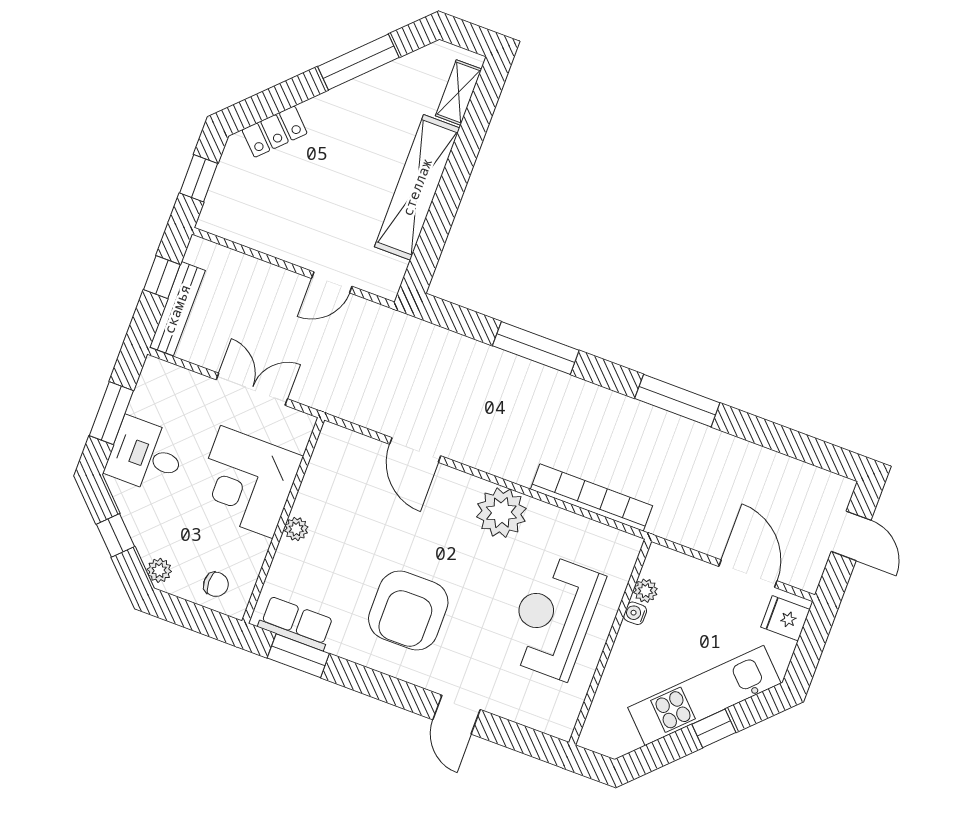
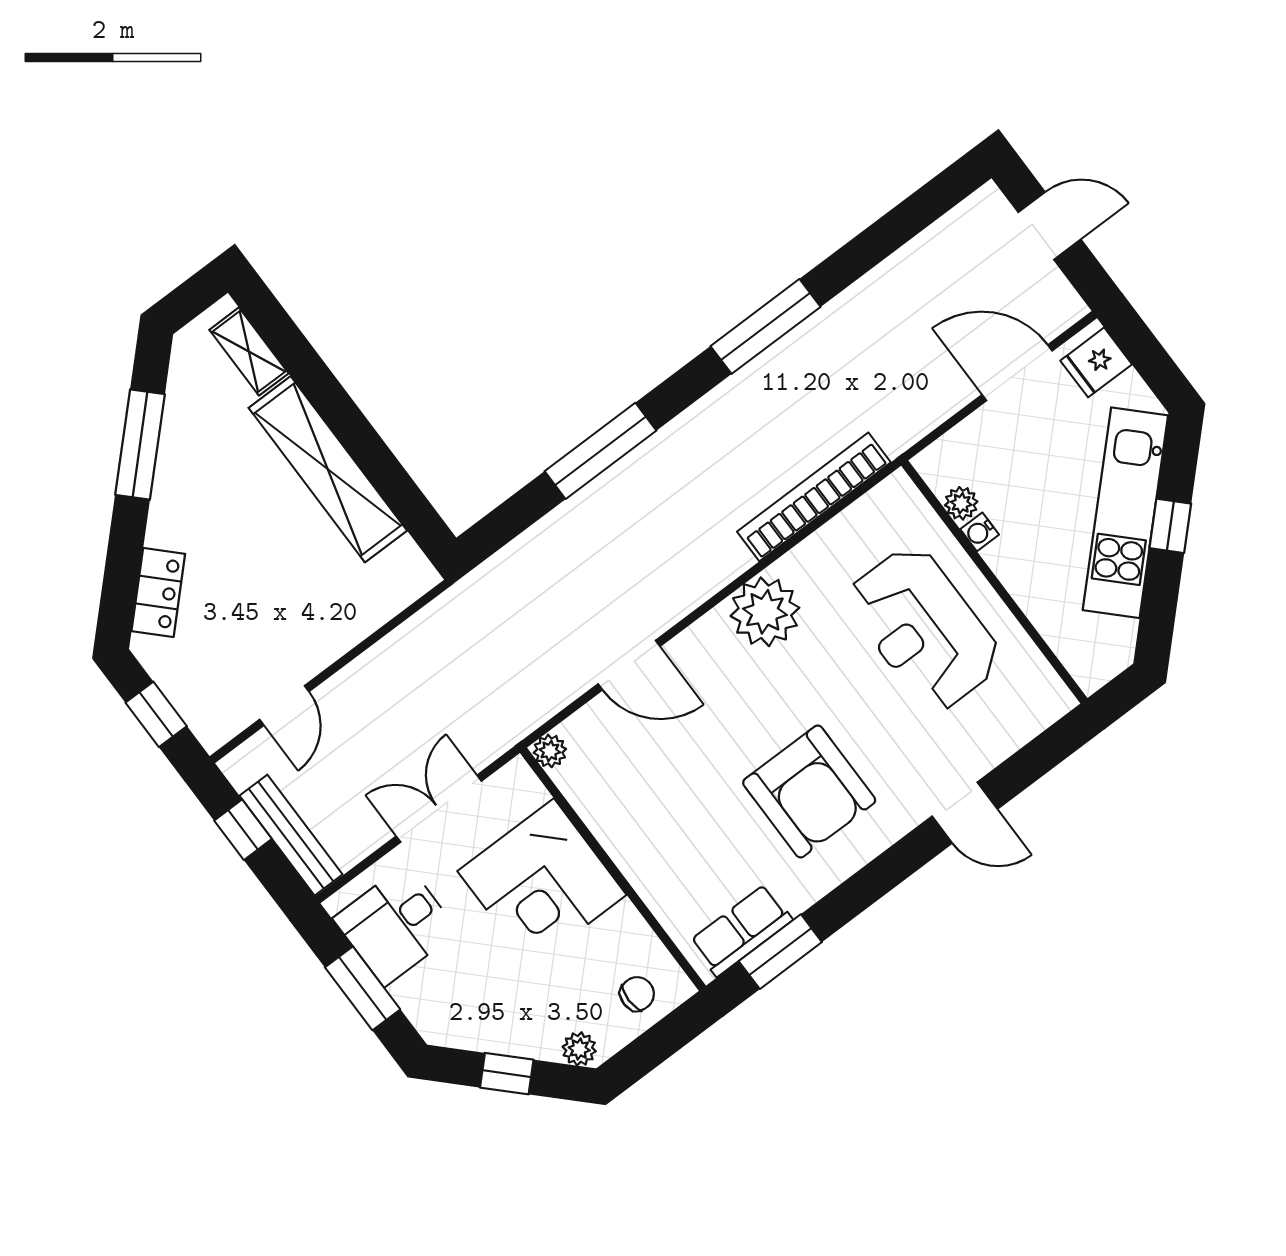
door: (332, 282) -> (284, 706), moved
desk: (146, 455) -> (395, 925), moved
plant: (296, 529) -> (550, 751), moved

